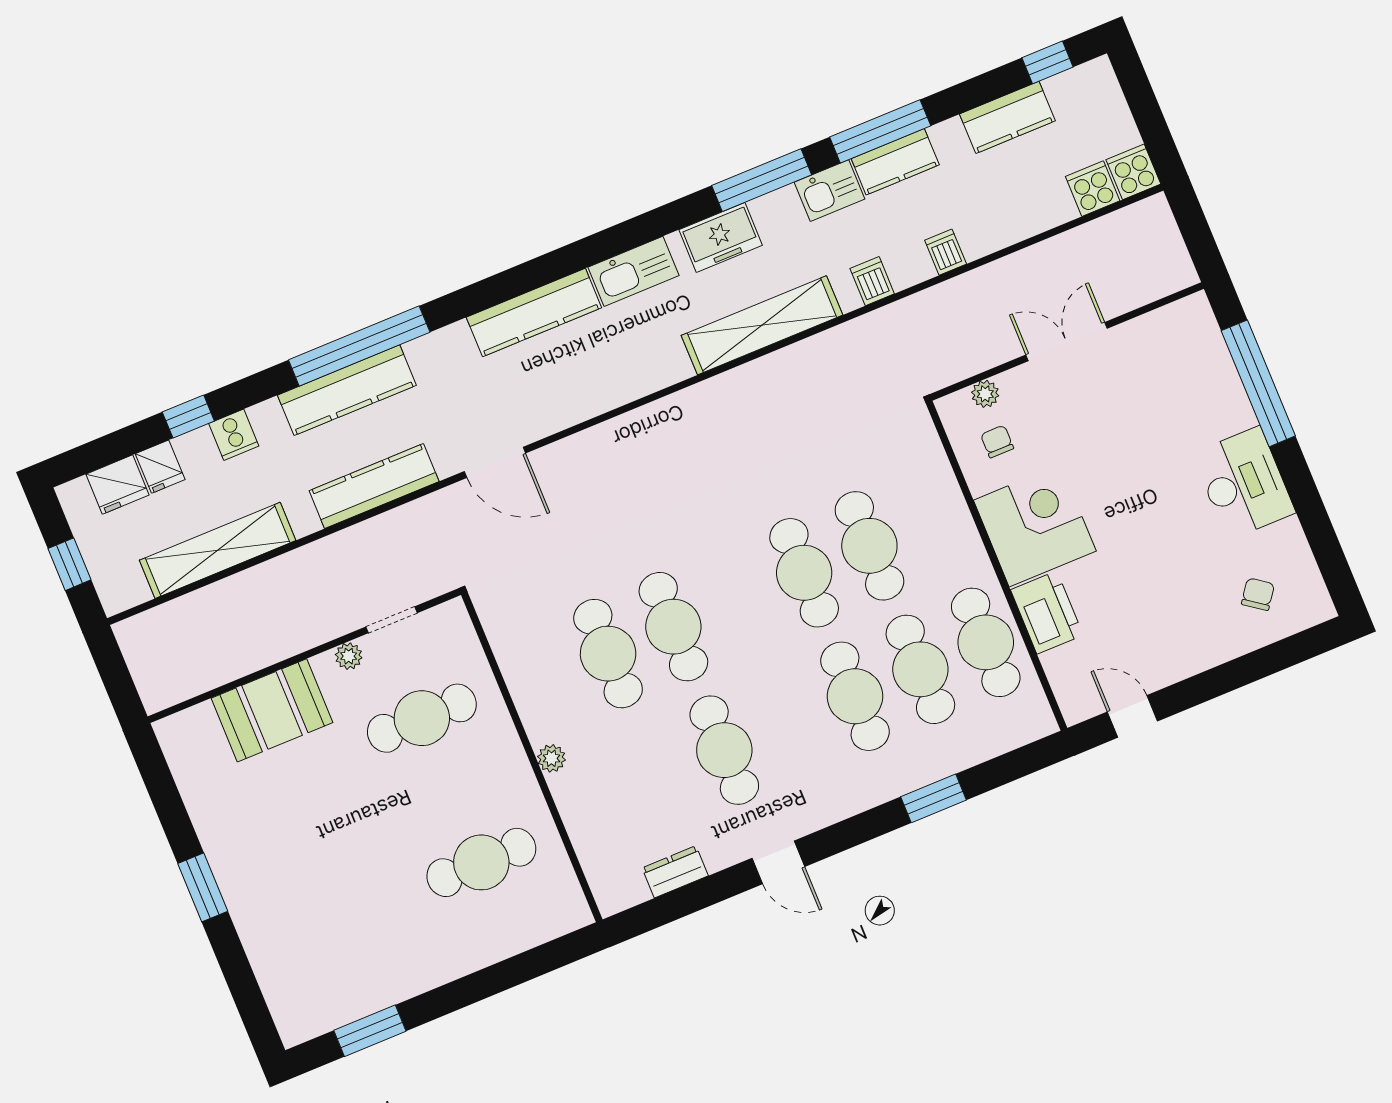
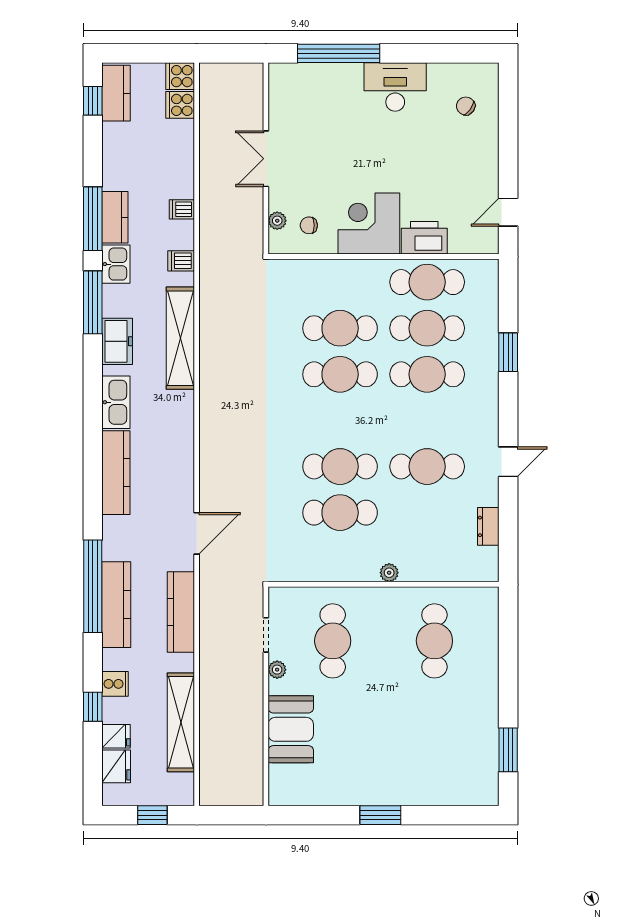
kitchen counter: (1007, 117) -> (116, 93), moved

